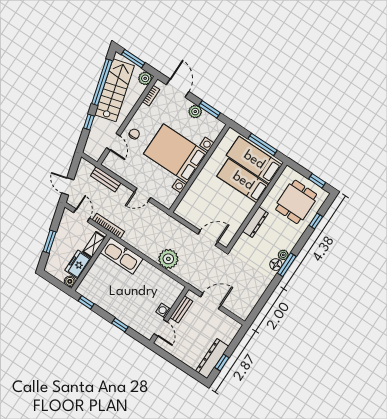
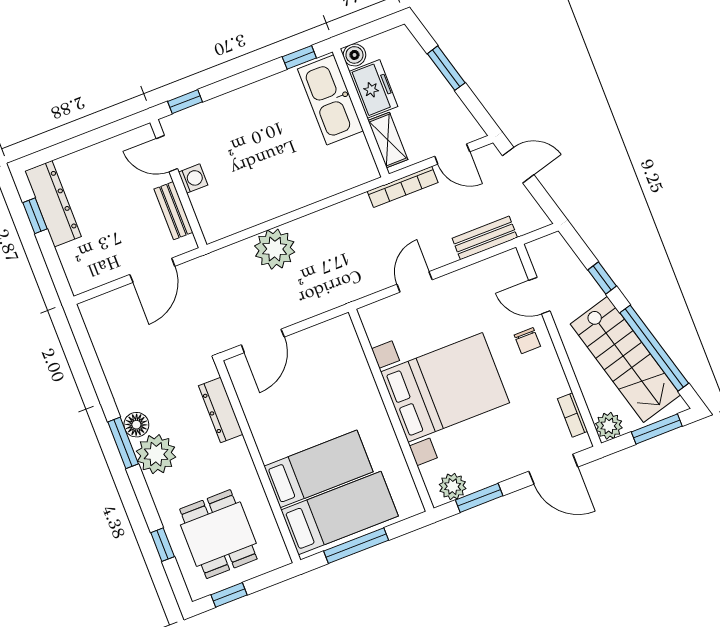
plant: (195, 112) -> (453, 486), moved
dresser: (255, 222) -> (221, 410), moved
plant: (283, 255) -> (156, 454), width x1.87, depth x1.87
kitchen sink: (122, 256) -> (330, 100), moved, turned -90
window: (120, 325) -> (185, 102), moved

